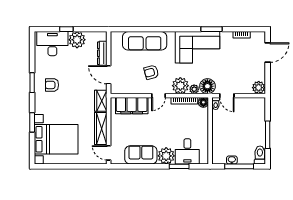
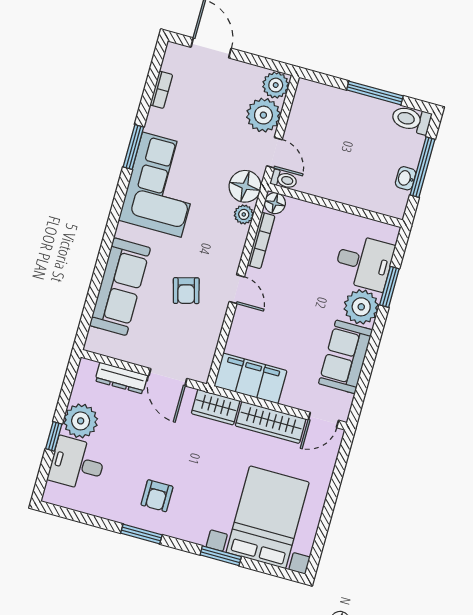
desk: (52, 44) -> (77, 464), width x0.73
door: (109, 75) -> (168, 377), hinge flipped
plant: (180, 86) -> (263, 115), moved
door: (227, 96) -> (274, 153), hinge flipped
filing cabinet: (132, 106) -> (250, 378), moved, turned -90

